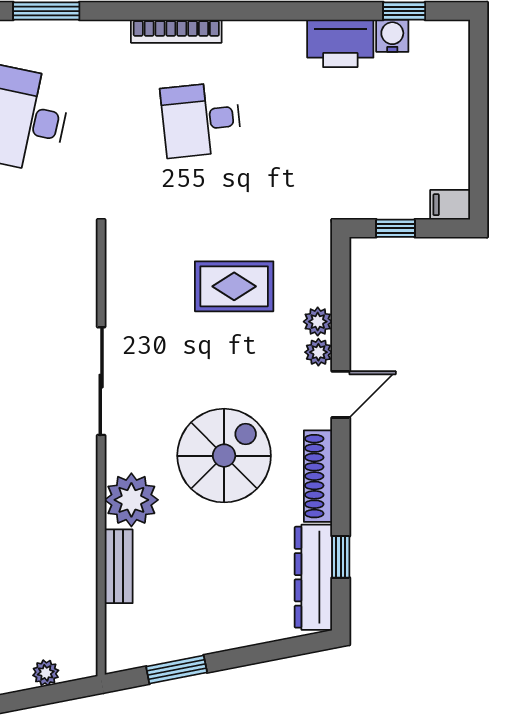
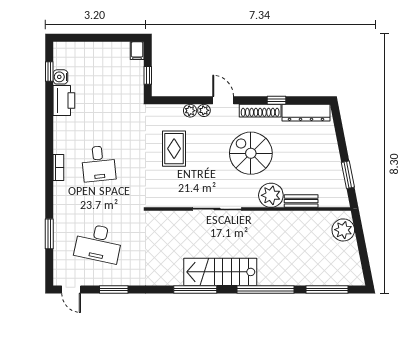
bookcase: (176, 31) -> (58, 168), width x0.64
window: (341, 557) -> (276, 100), moved
plant: (46, 673) -> (343, 230), width x1.87, depth x1.87

